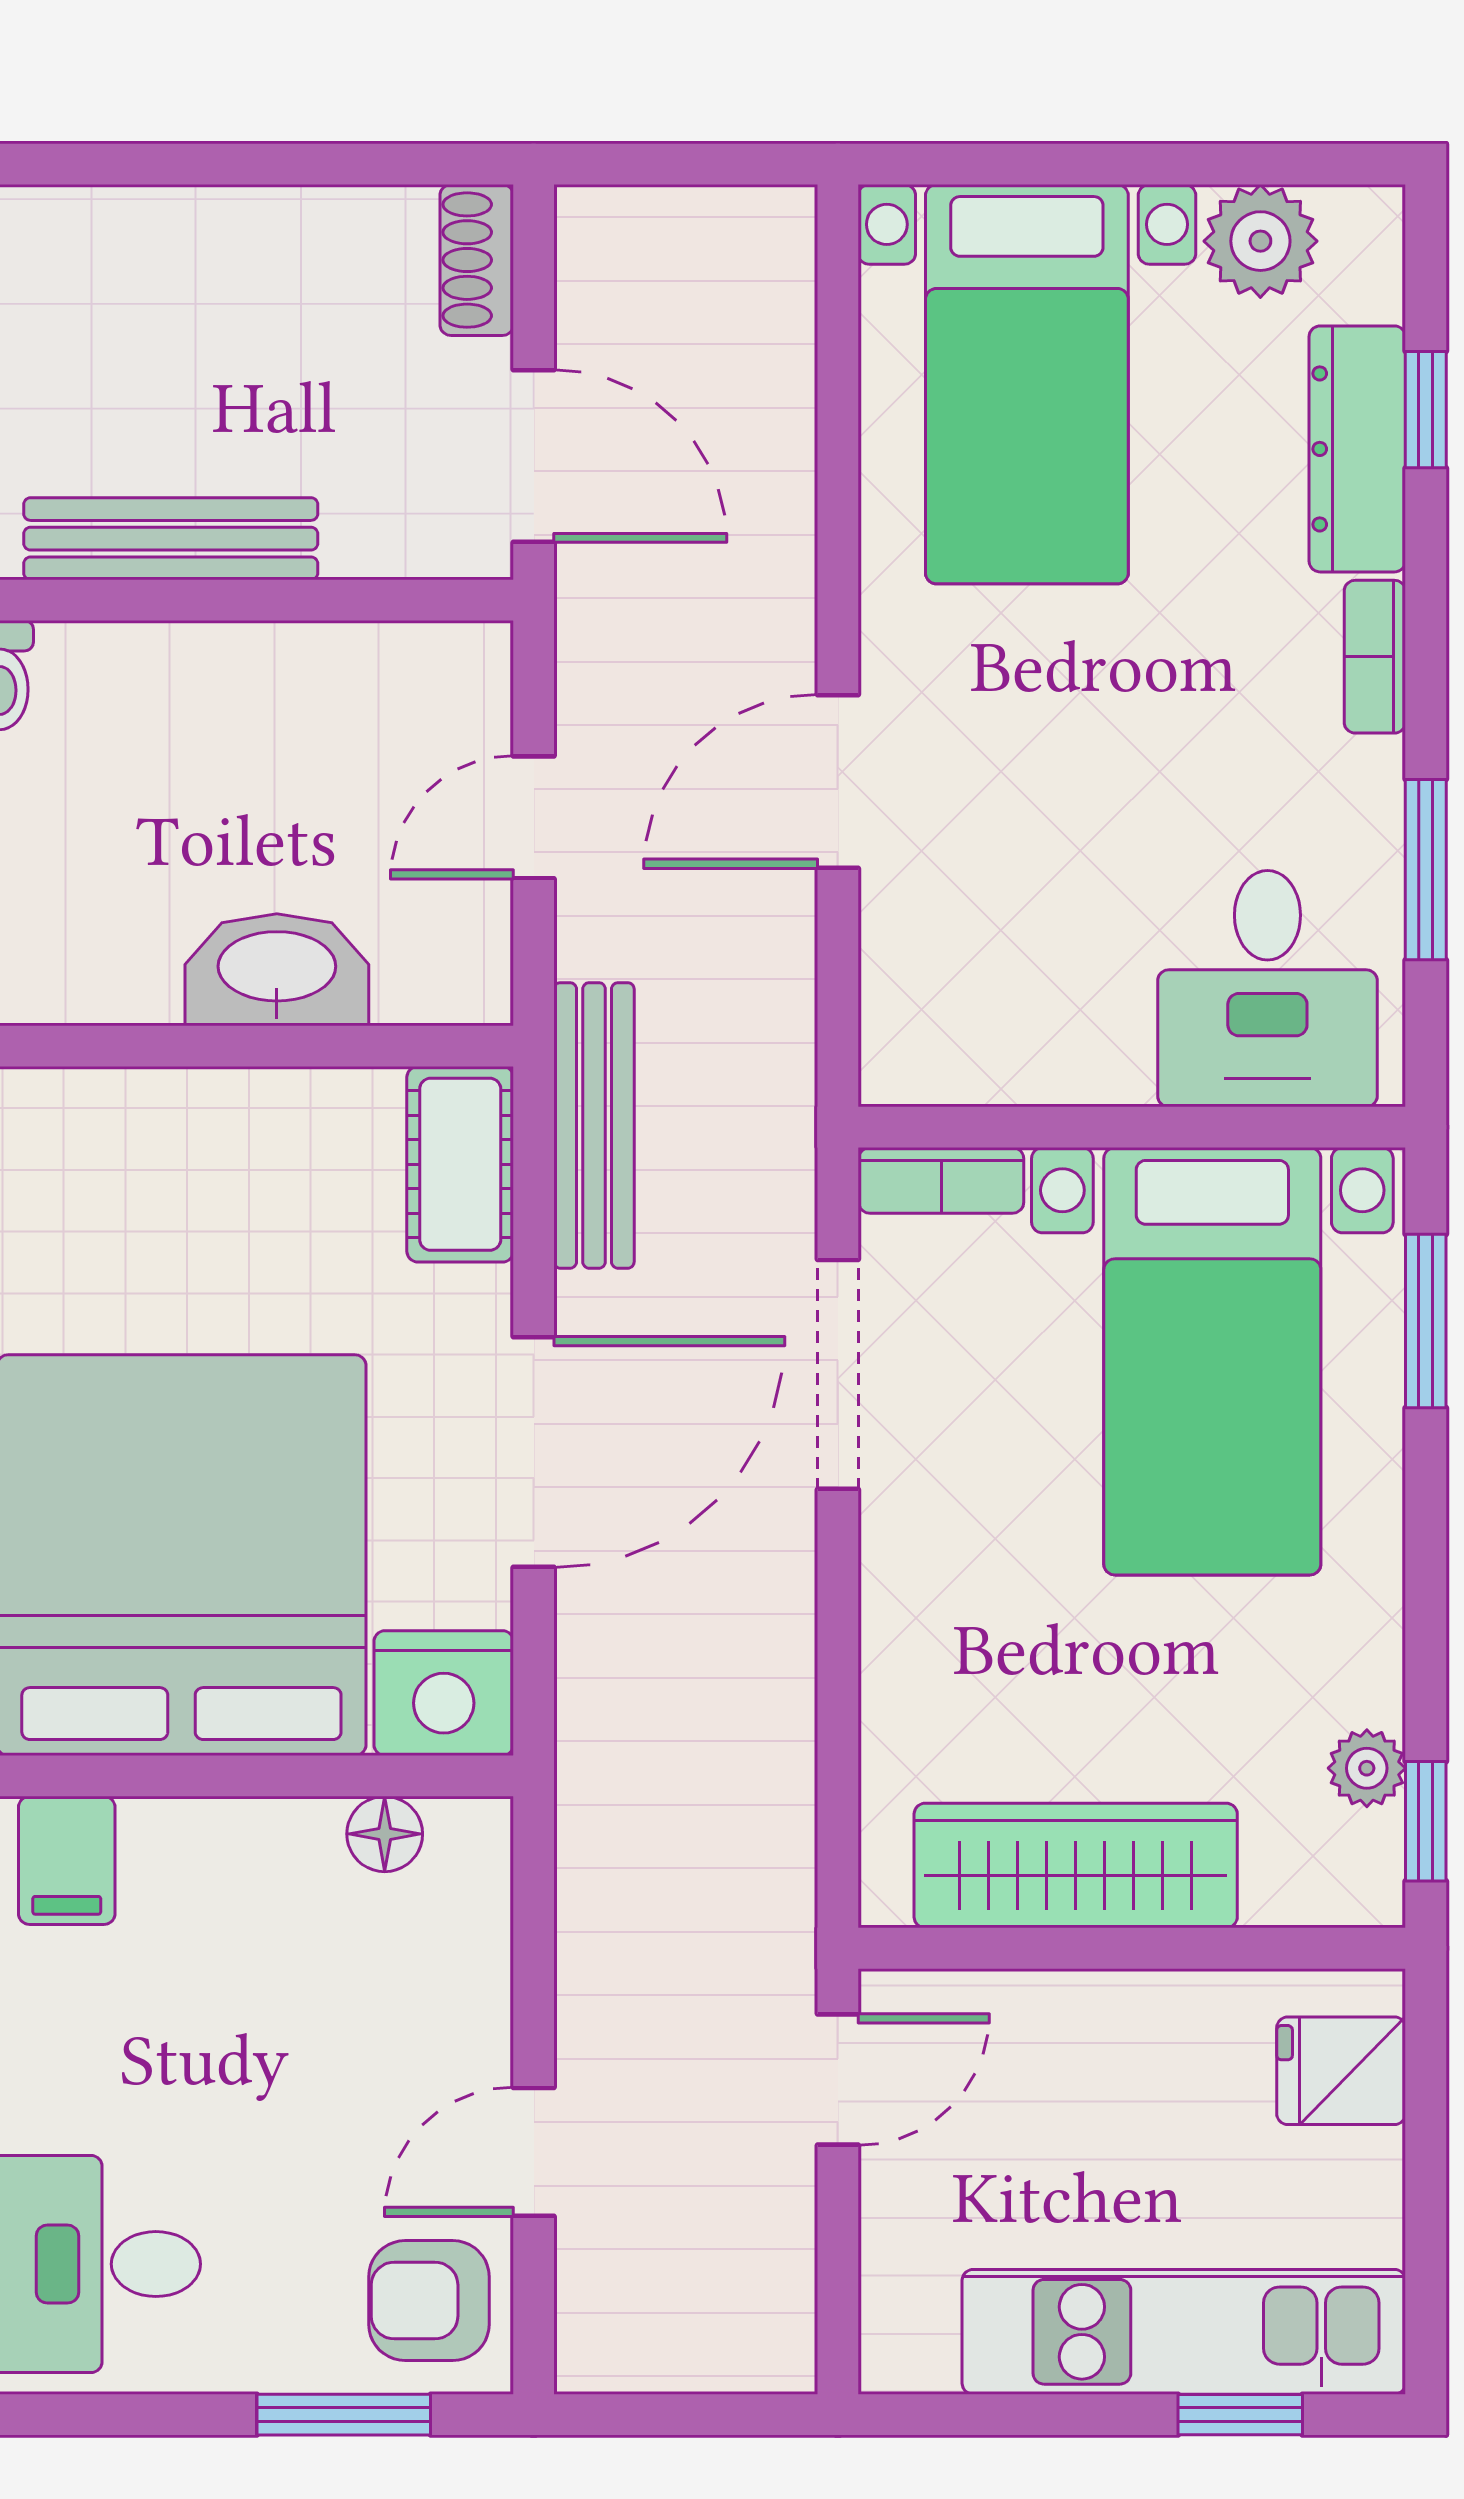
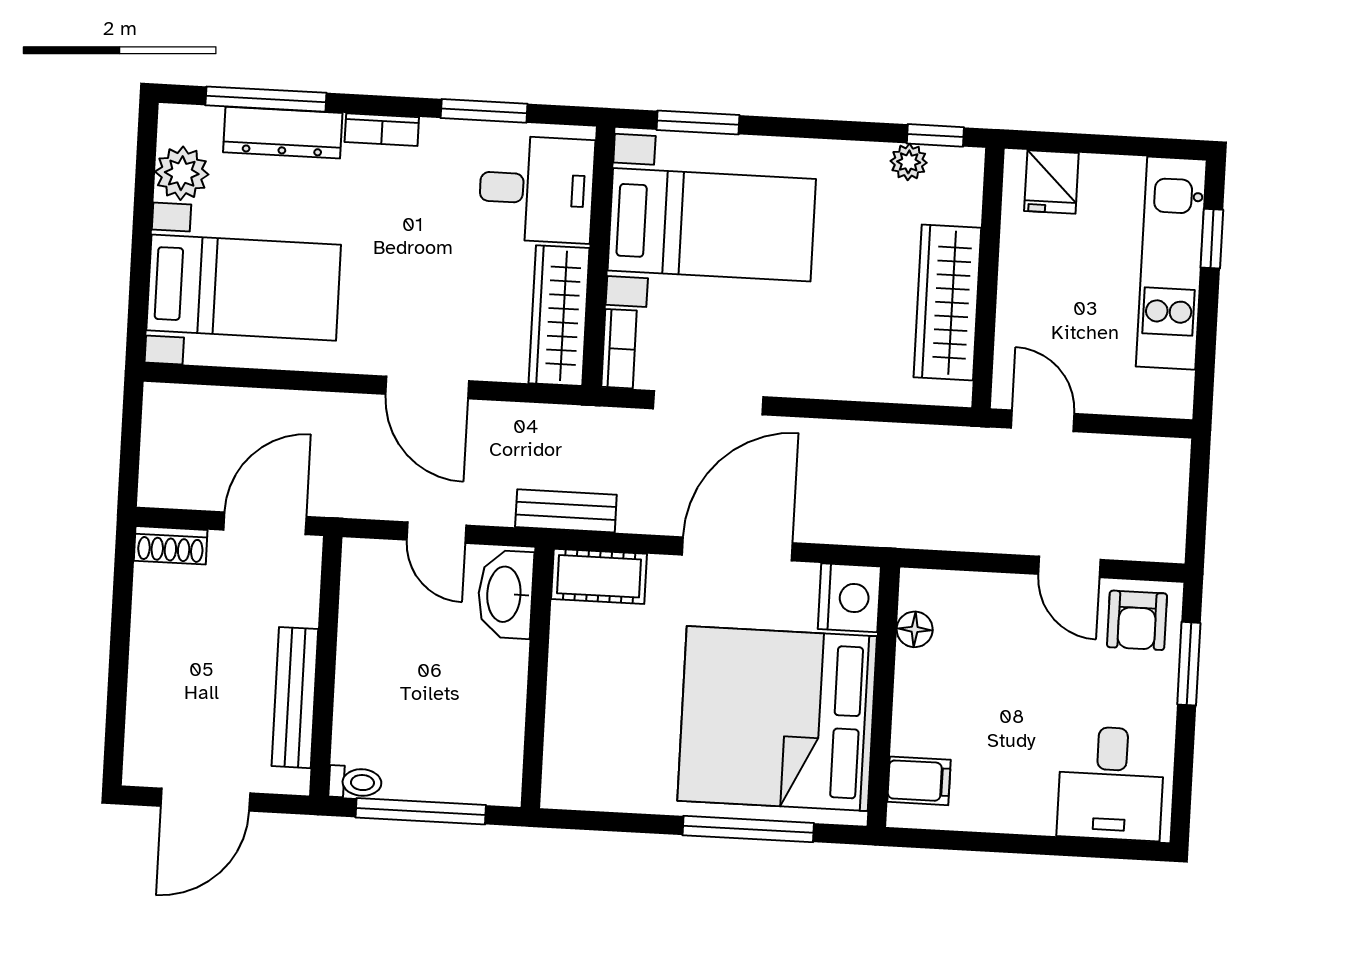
window: (1426, 410) -> (266, 99), width x2.17
washbasin: (277, 970) -> (505, 594), moved
wardrobe: (1004, 1051) -> (559, 316), added
bench: (594, 1125) -> (566, 511), width x0.73
door: (534, 1452) -> (737, 549), hinge flipped

